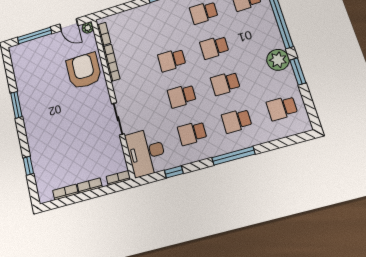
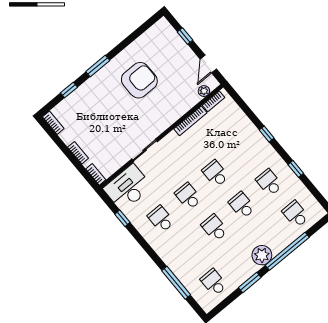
plant: (88, 28) -> (204, 91), moved
window: (35, 36) -> (185, 36), width x0.46
plant: (278, 60) -> (262, 255), moved
armchair: (84, 71) -> (139, 80), moved
window: (16, 105) -> (98, 66), moved
school desk: (237, 121) -> (187, 251), removed
window: (233, 156) -> (176, 283), moved
bookcase: (65, 192) -> (53, 123), moved

